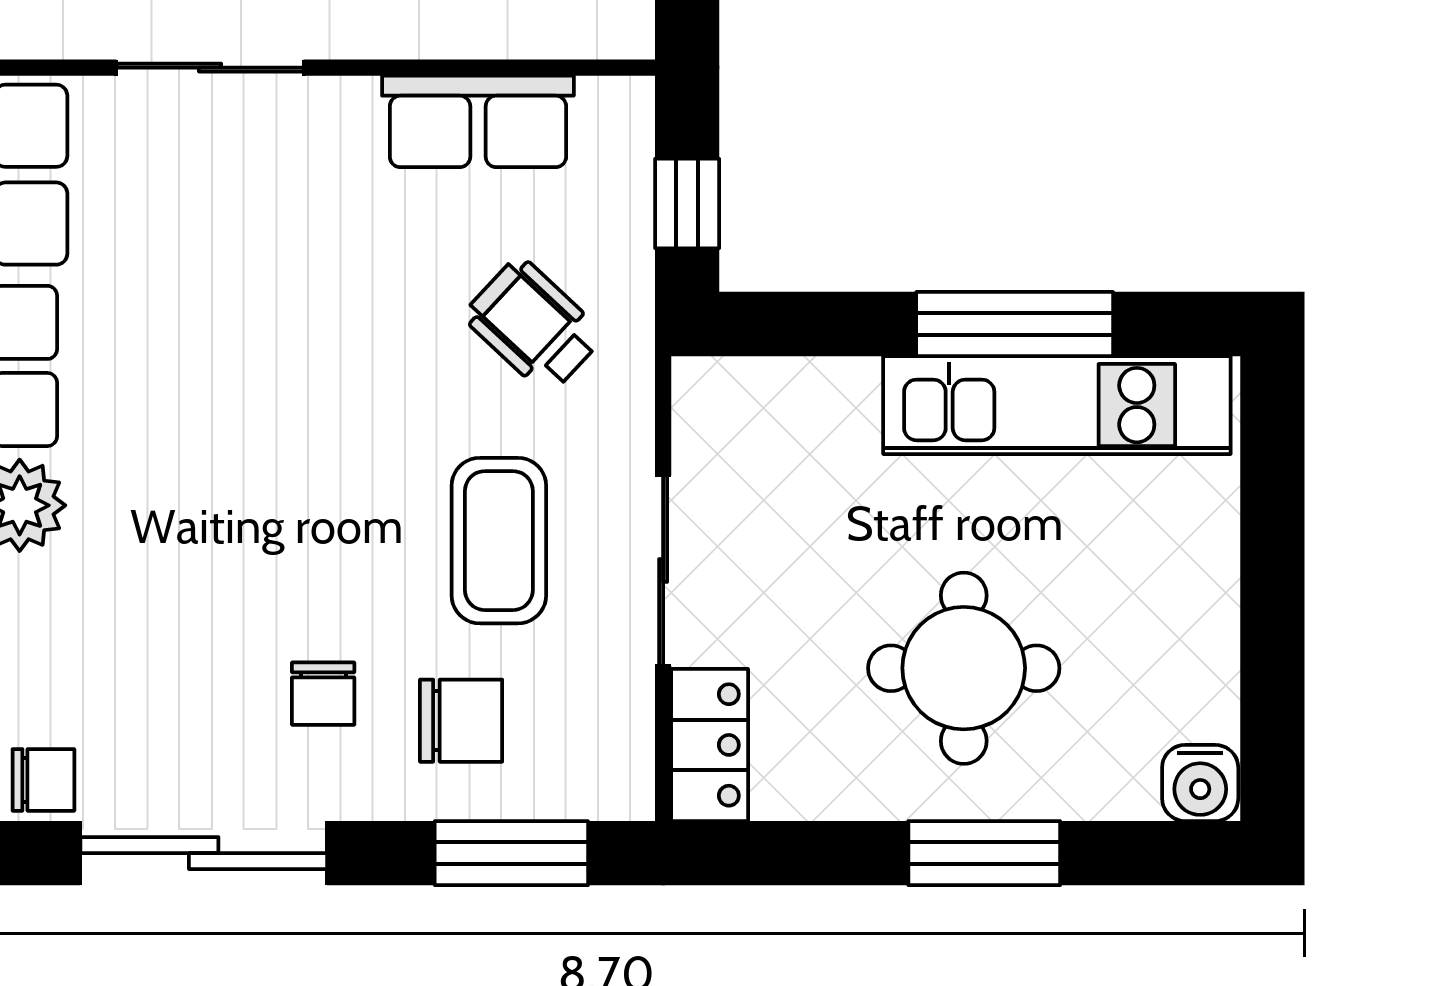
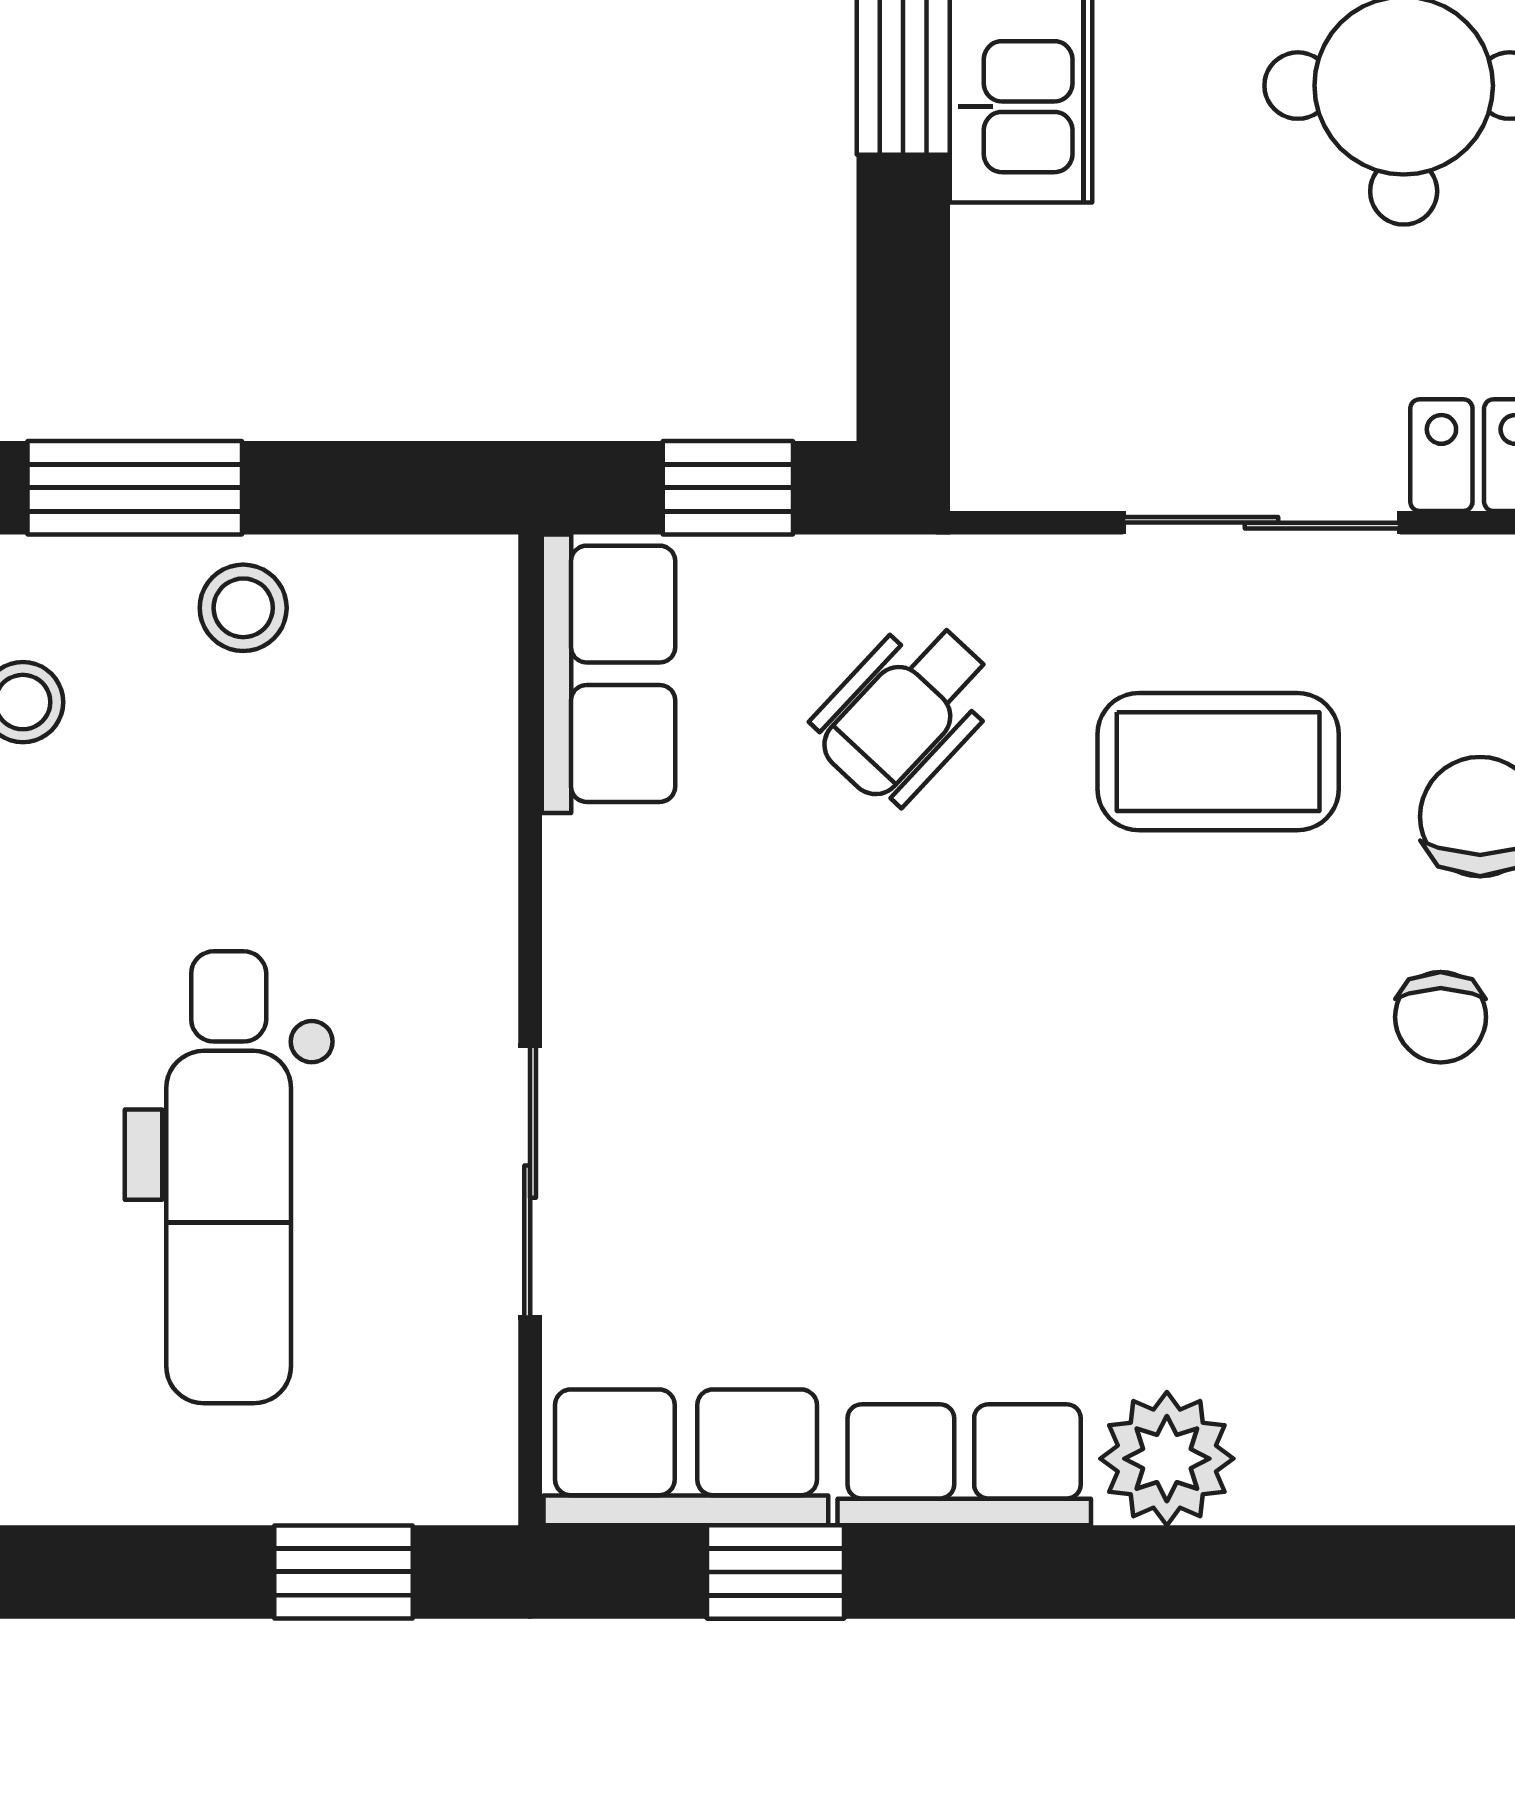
row of seats: (478, 121) -> (608, 674), moved
chair: (323, 694) -> (1441, 1017), turned 90

